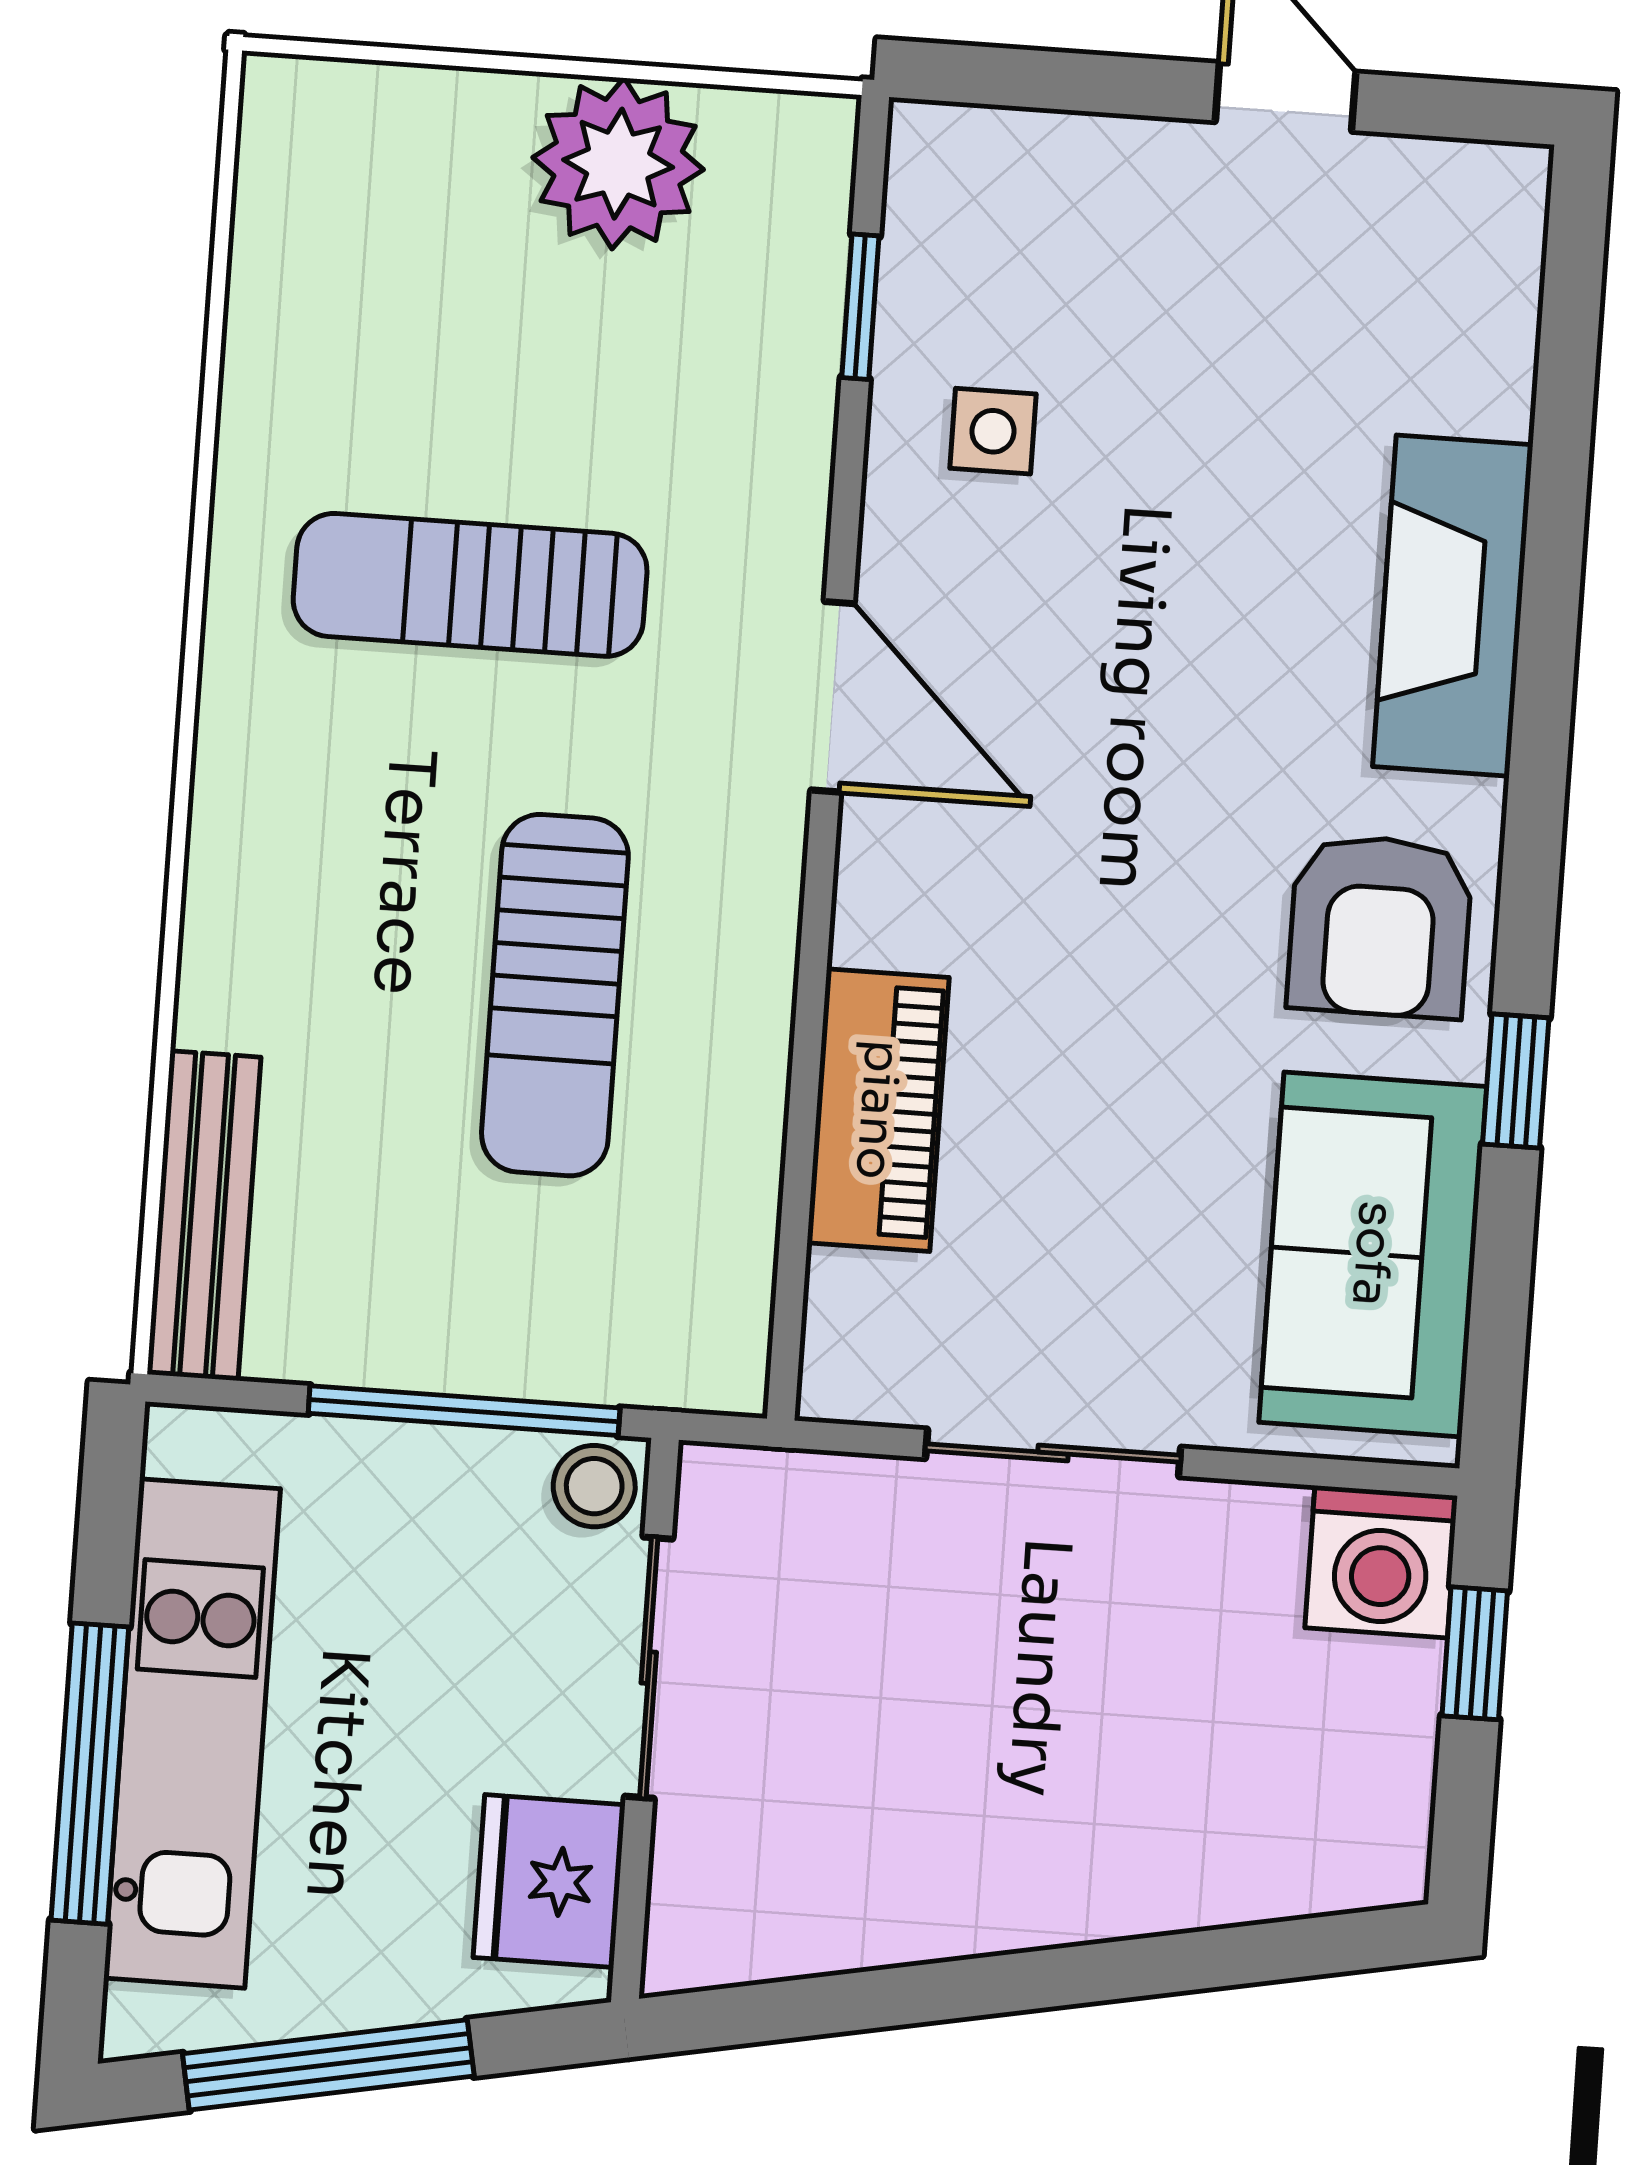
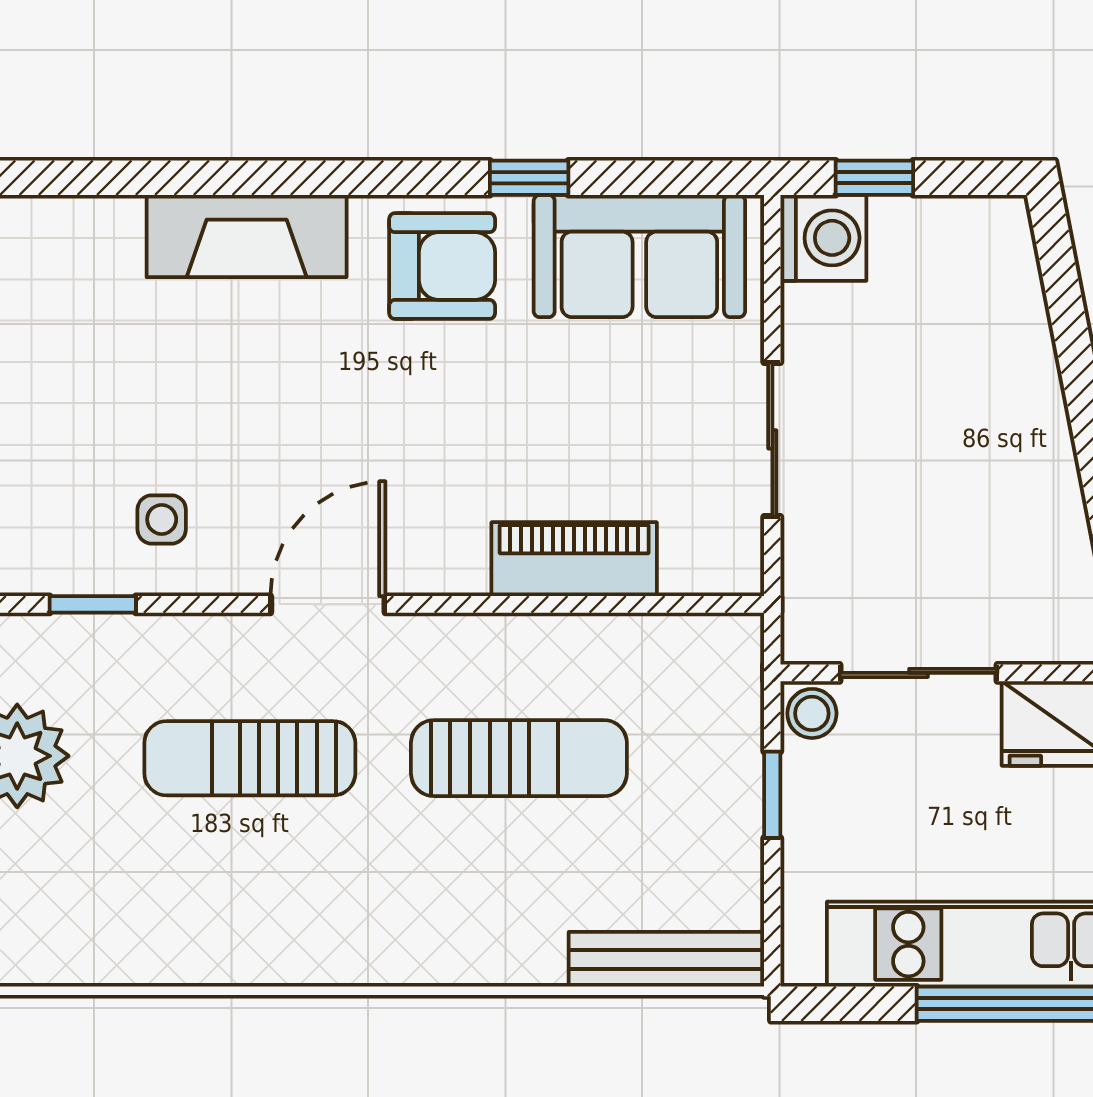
sun lounger: (470, 585) -> (250, 758), moved, turned 90
window: (464, 1411) -> (772, 795), width x0.46

